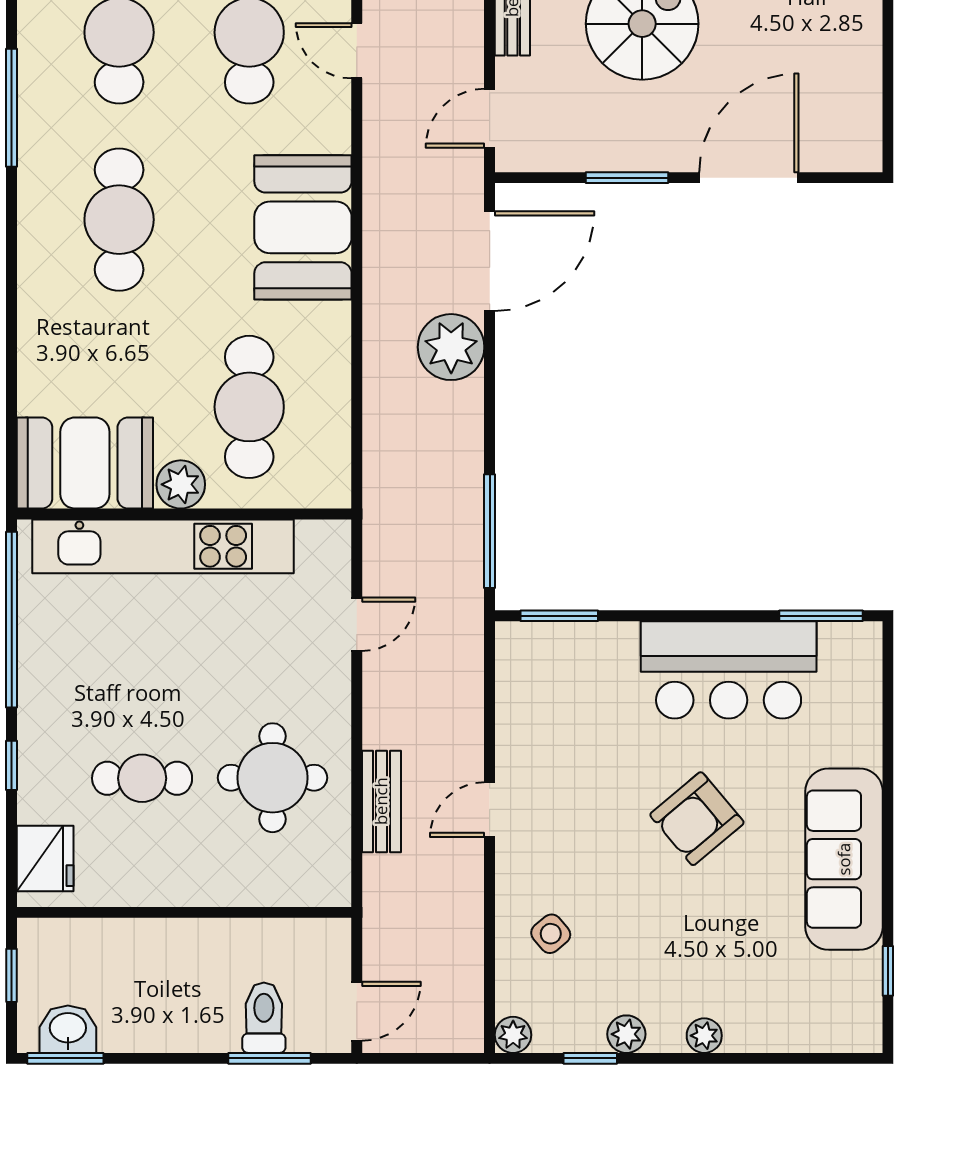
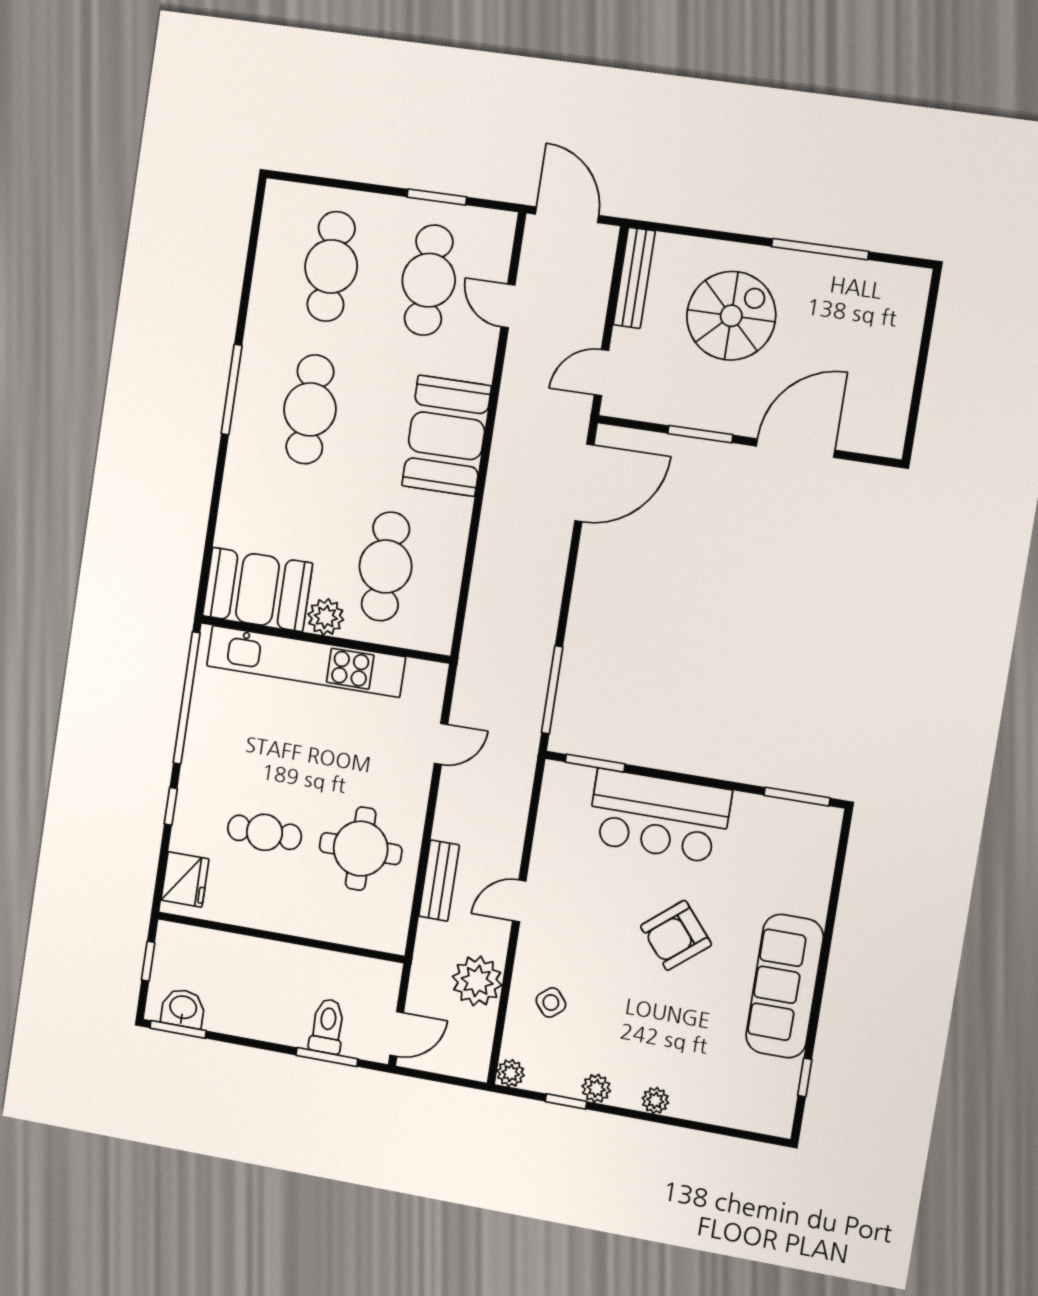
window: (12, 108) -> (232, 390), moved
plant: (451, 347) -> (477, 981), moved
bar counter: (729, 670) -> (659, 816), moved

